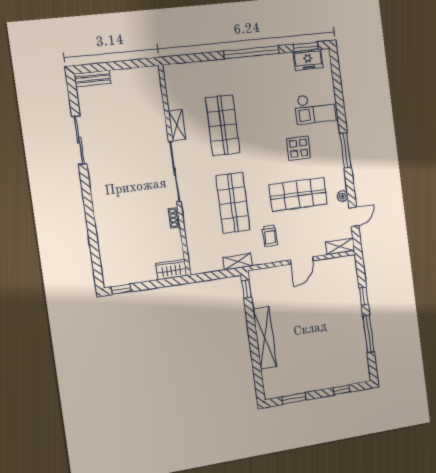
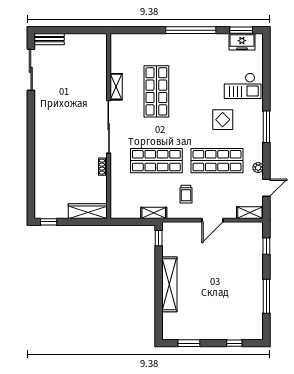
sliding door: (79, 140) -> (31, 70), moved
shop shelf: (233, 203) -> (156, 161), turned 90
wardrobe: (171, 269) -> (88, 211), width x1.50
window: (364, 296) -> (266, 246), moved

